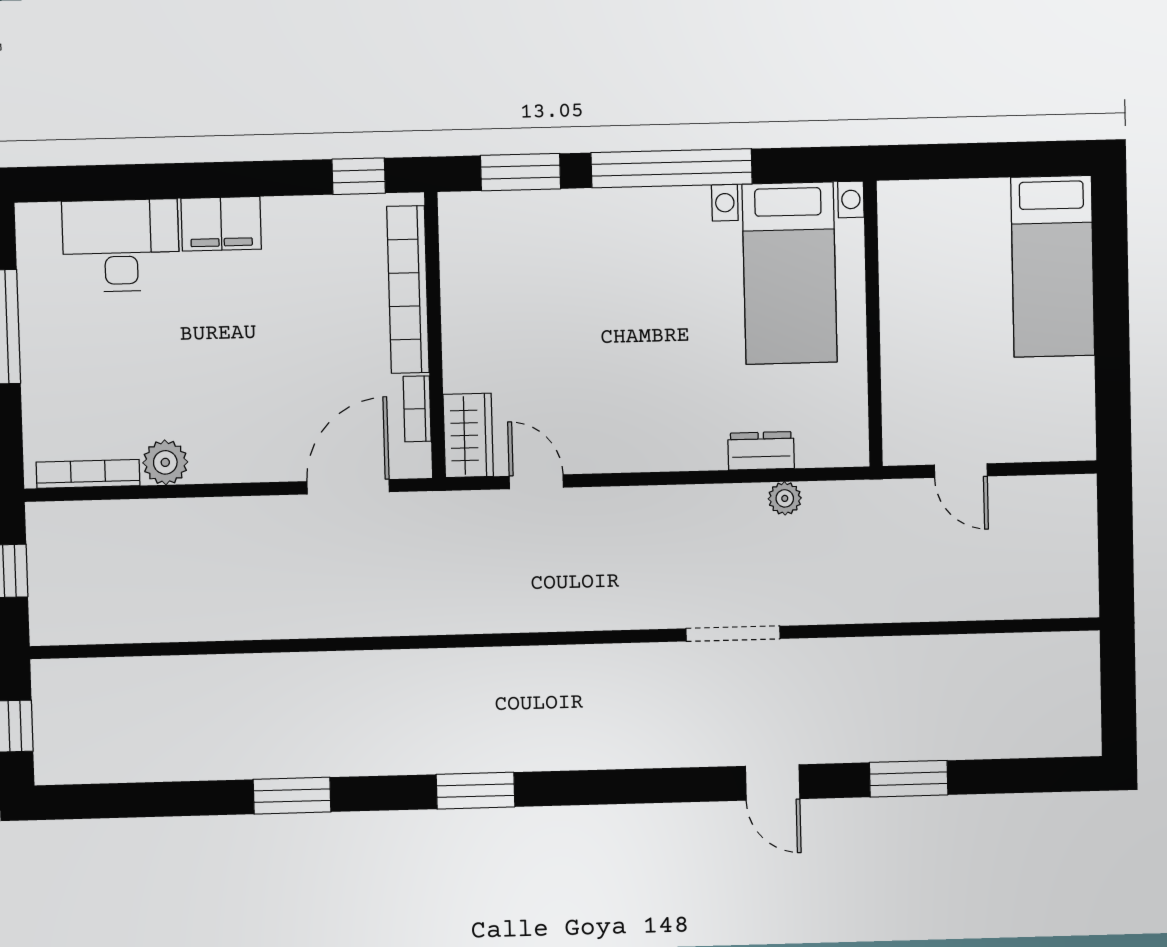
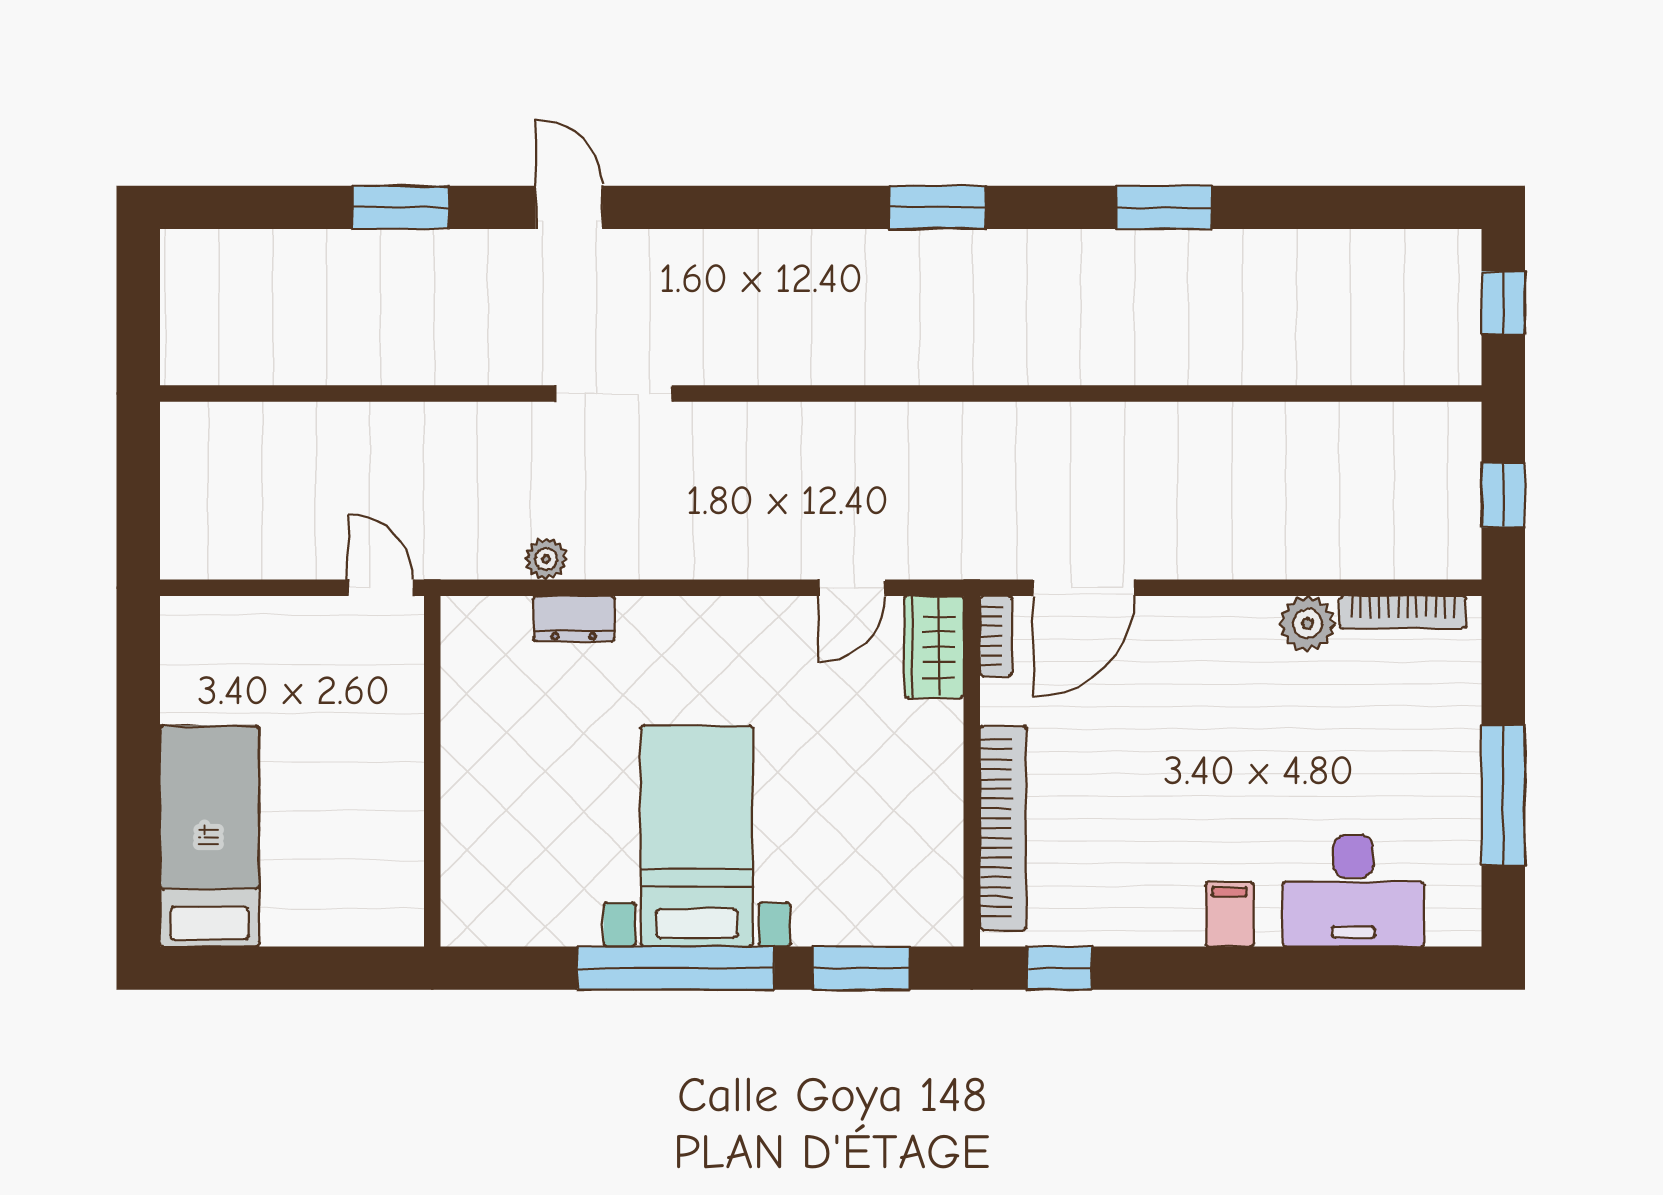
filing cabinet: (221, 224) -> (1230, 914), width x0.50
bed with nightstands: (789, 273) -> (697, 836), moved
bookcase: (417, 409) -> (996, 636), moved
door: (961, 471) -> (381, 588), moved
door: (536, 482) -> (852, 588), hinge flipped

